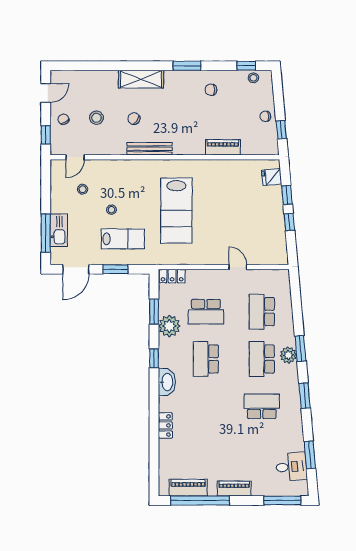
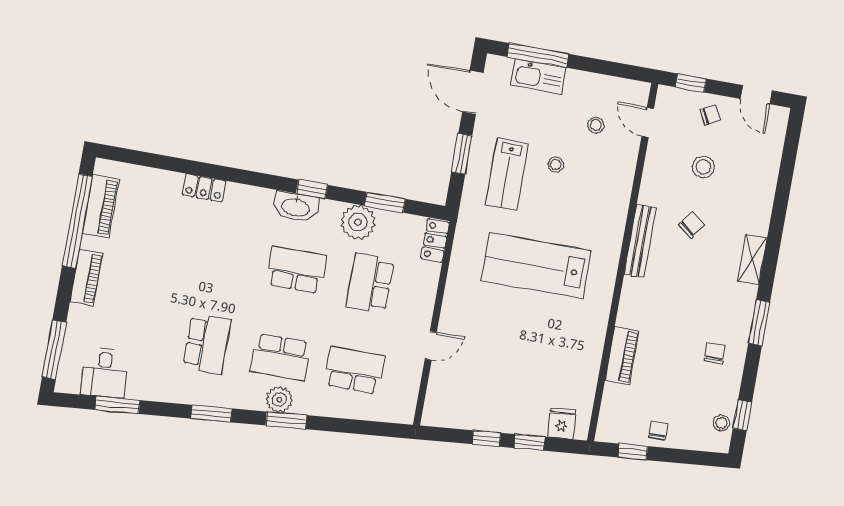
shelving: (141, 79) -> (752, 259), width x0.67, depth x0.75
school desk: (262, 359) -> (281, 357), turned 180
washbasin: (167, 382) -> (296, 207), moved

